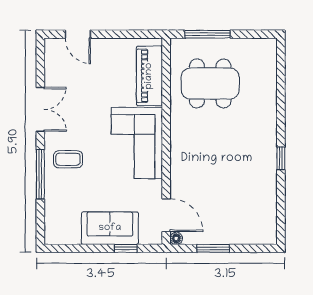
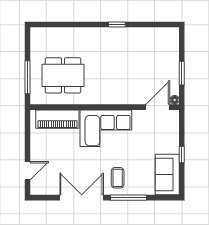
dining table: (210, 83) -> (63, 75), turned 90
double door: (40, 109) -> (82, 198), width x1.37
sofa: (110, 228) -> (167, 175), moved
window: (126, 248) -> (182, 155), moved

